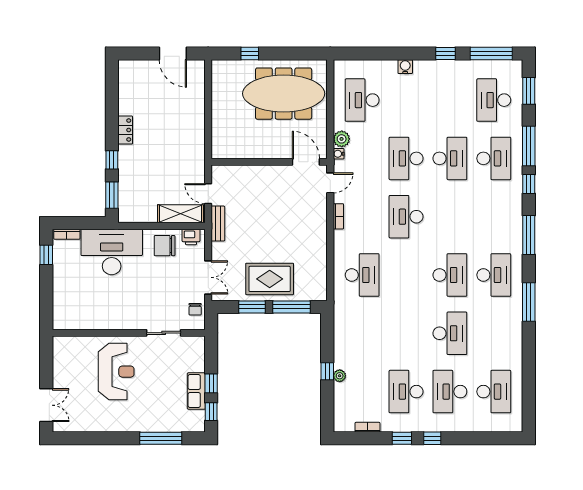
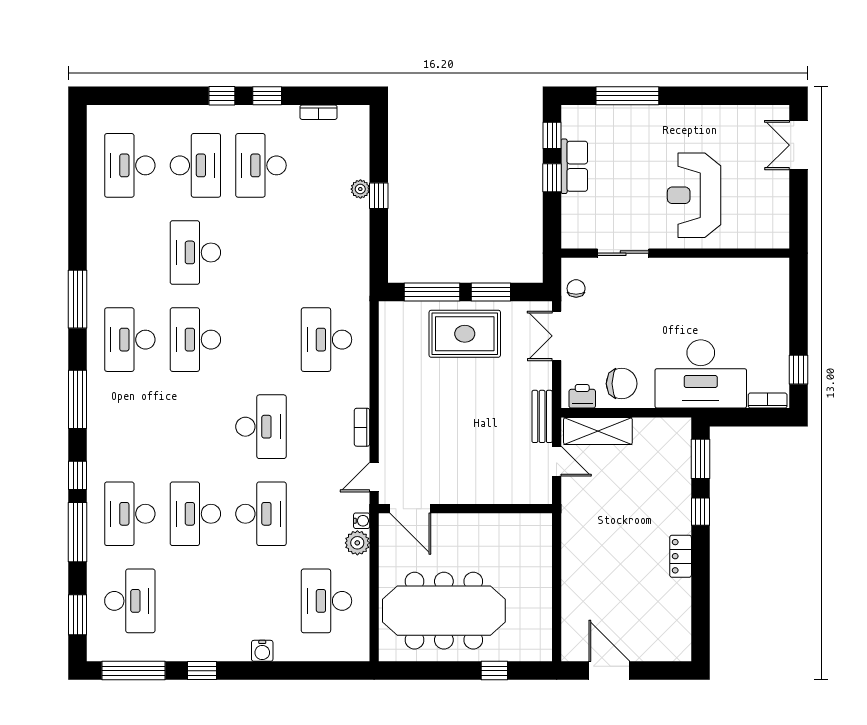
desk: (362, 100) -> (326, 601), turned 180
desk: (406, 392) -> (261, 165), turned 180

